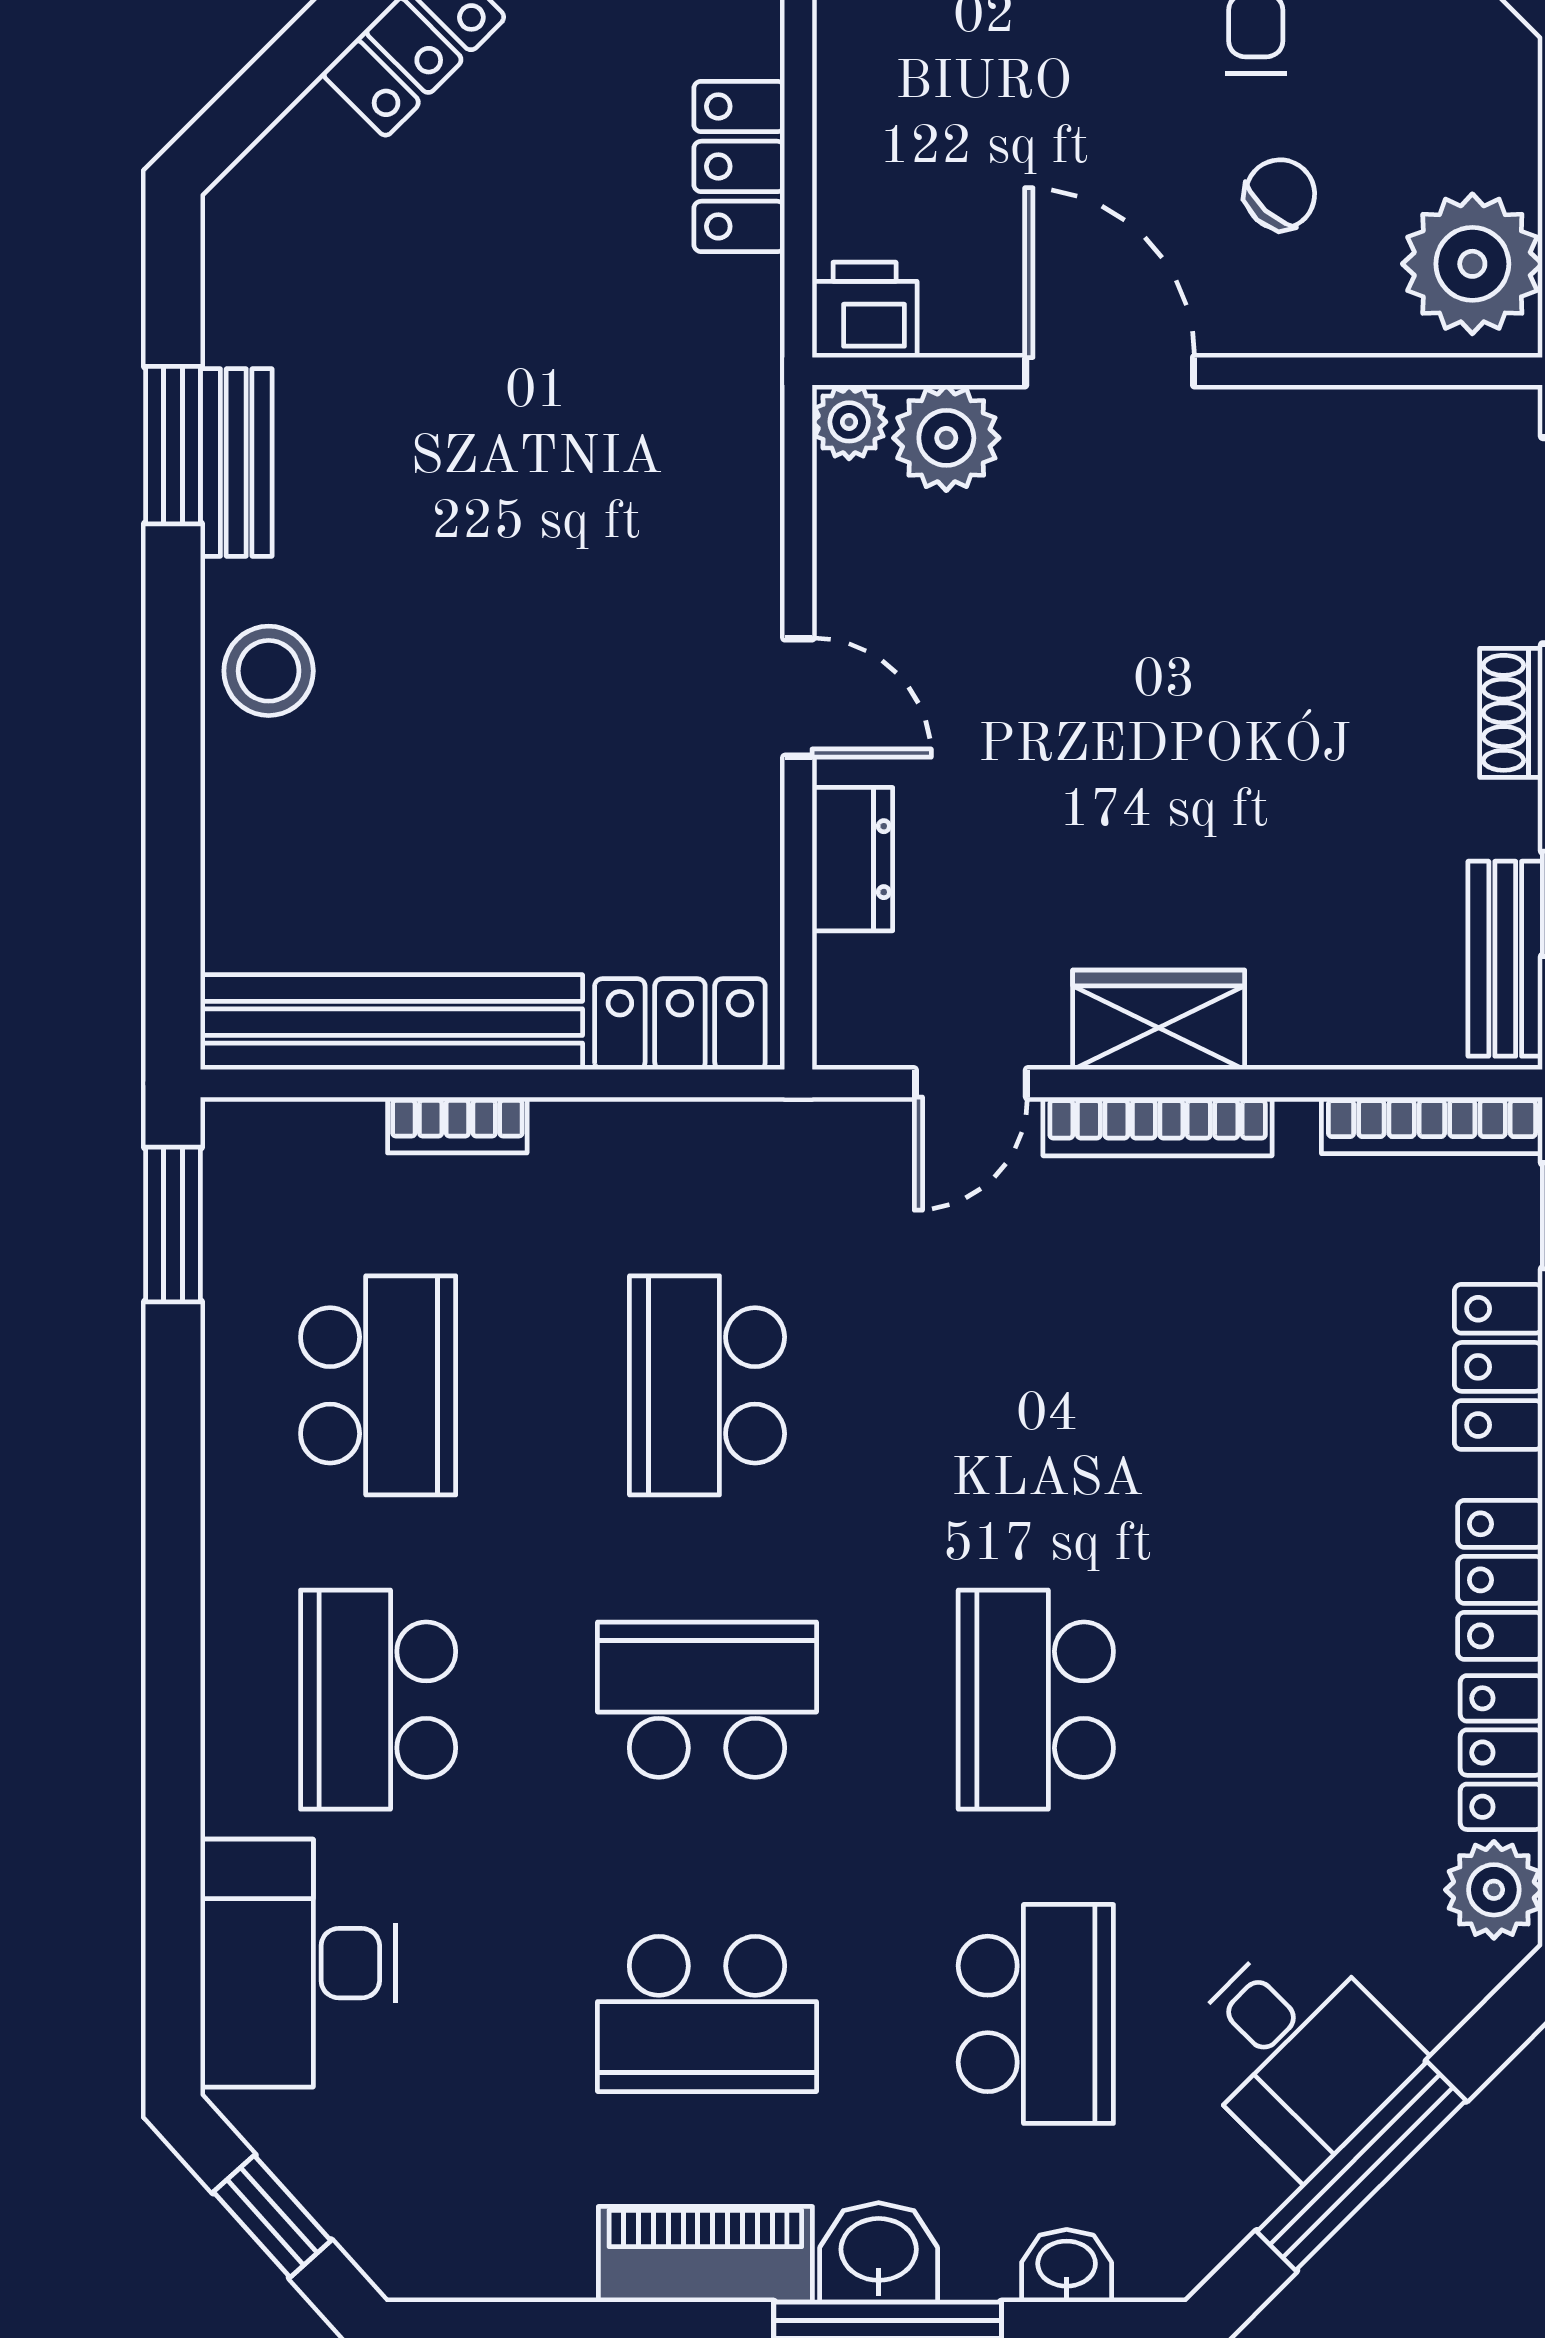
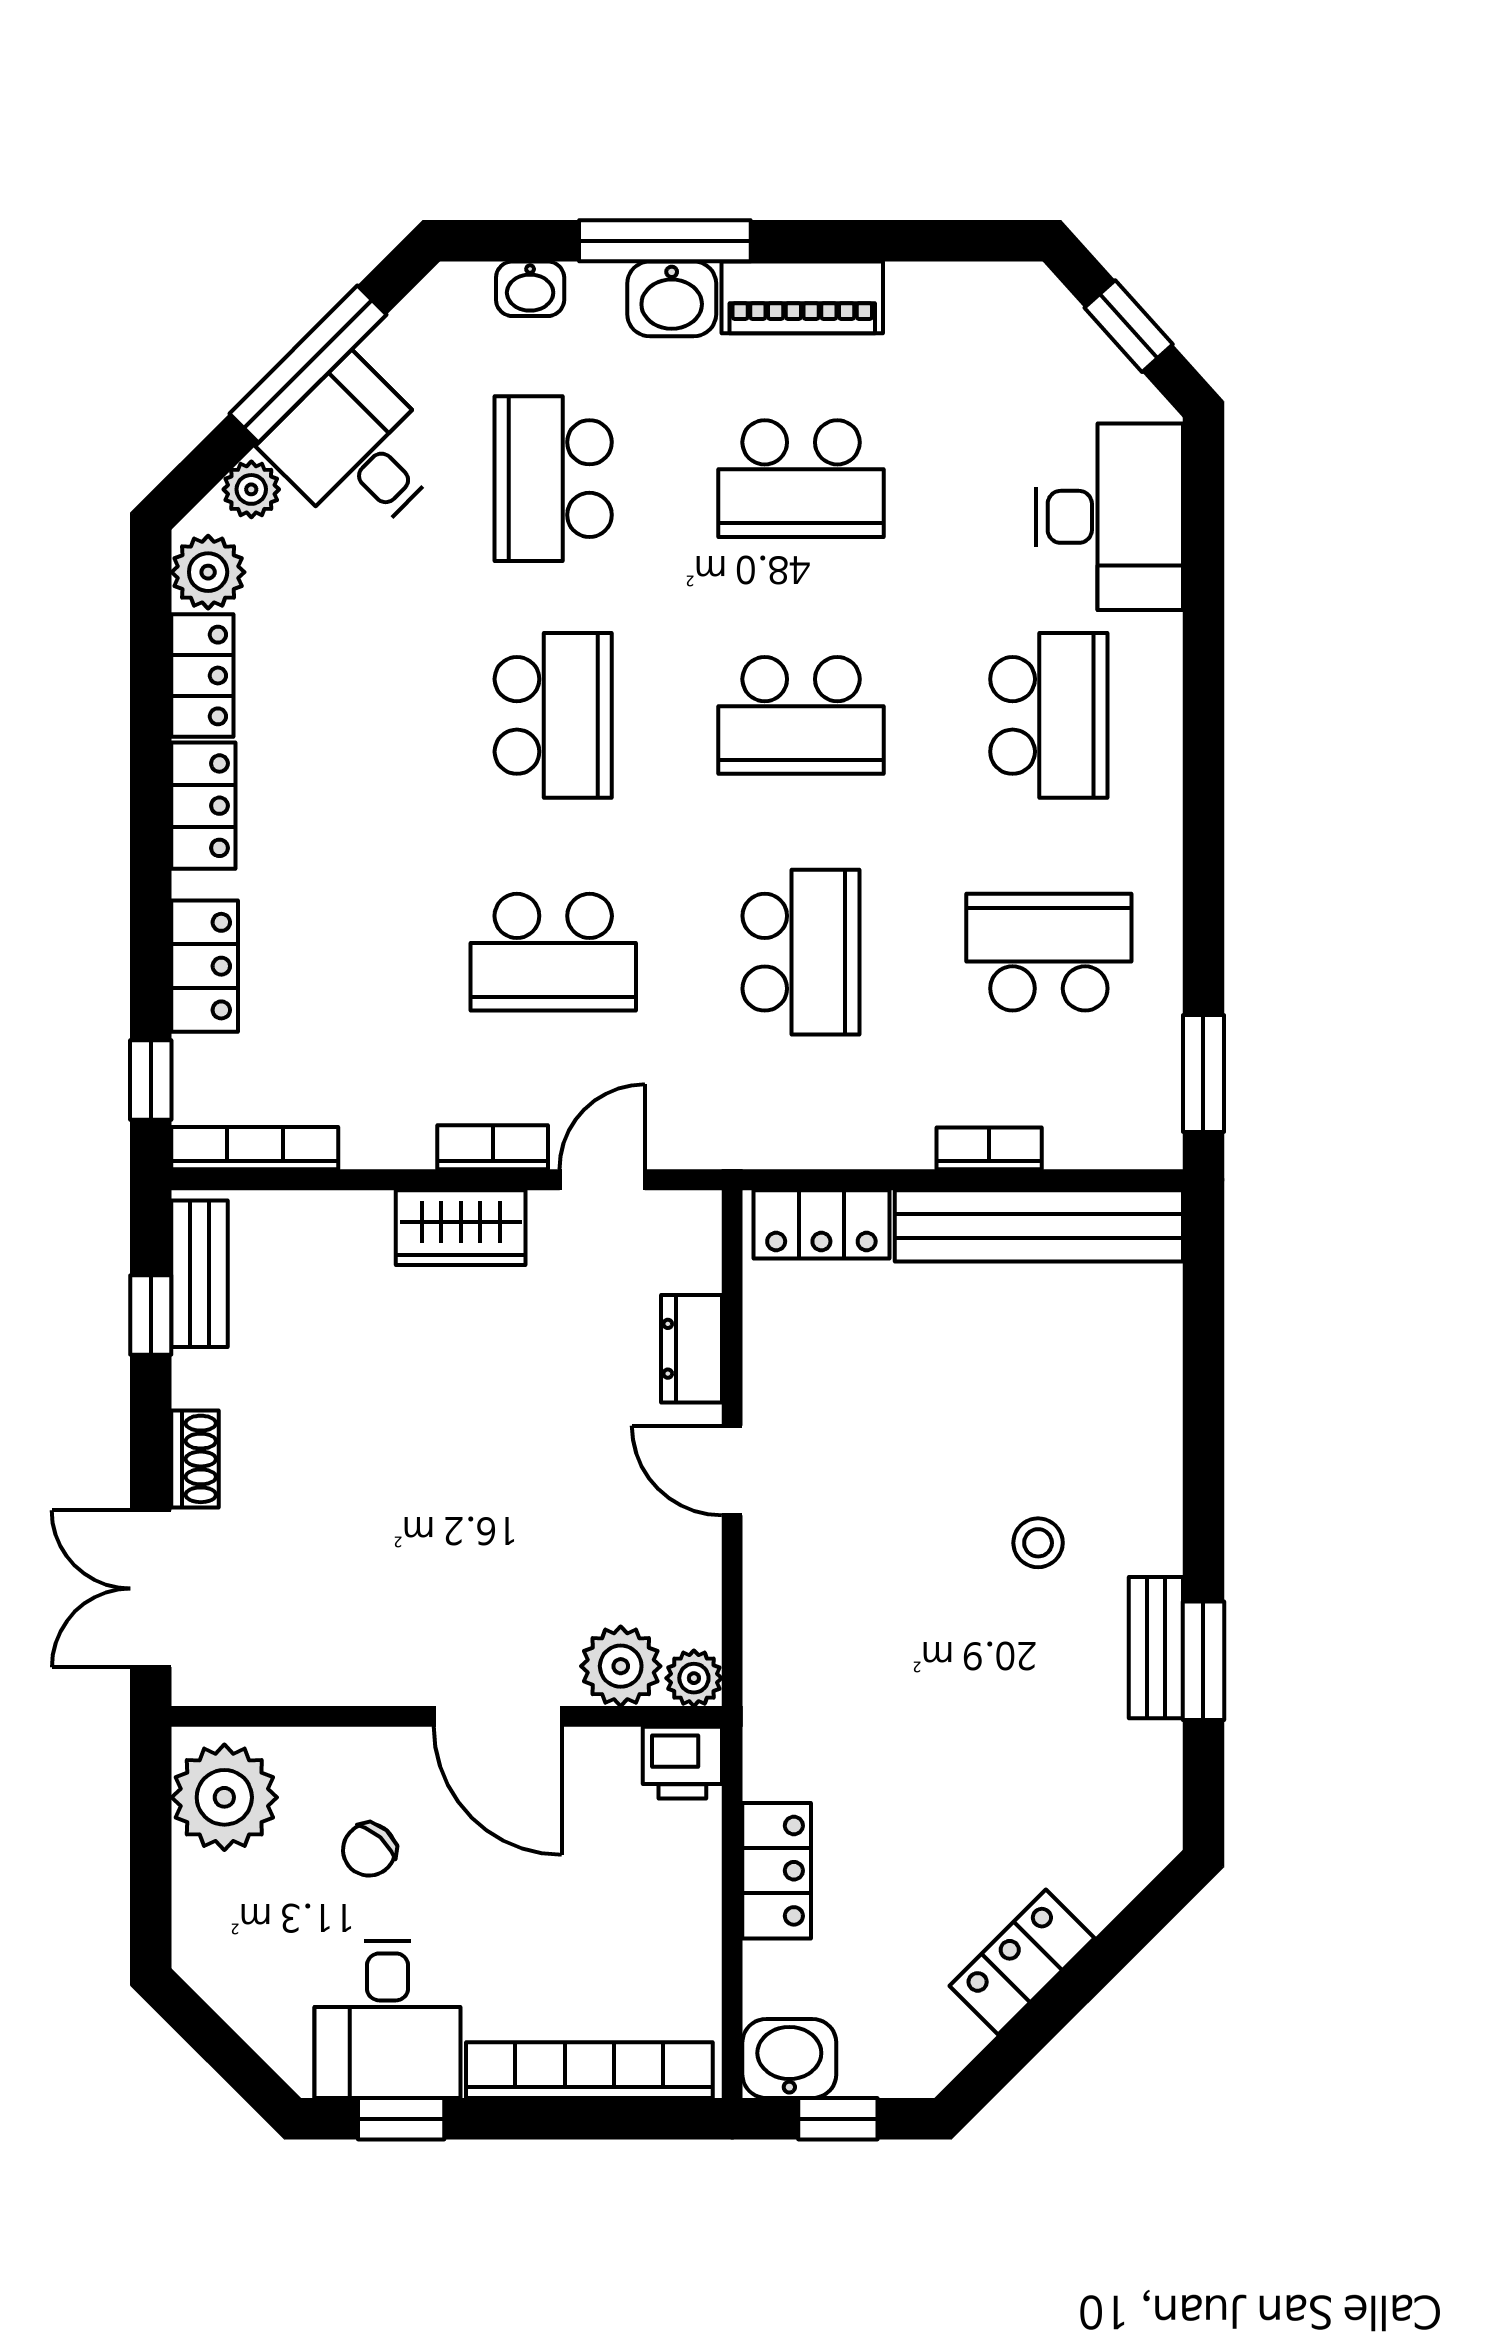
stool: (269, 671) -> (1038, 1543), moved, width x0.73, depth x0.73
bookcase: (1158, 1126) -> (493, 1147), width x0.64
school desk: (378, 1385) -> (1049, 952), turned 90
school desk: (1036, 1385) -> (553, 952), added
plant: (1437, 2000) -> (251, 489), added
school desk: (707, 2014) -> (801, 479), turned 180

